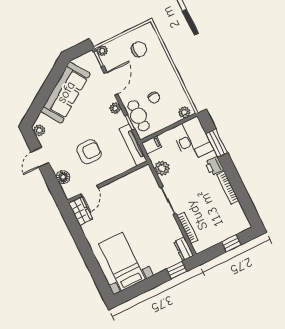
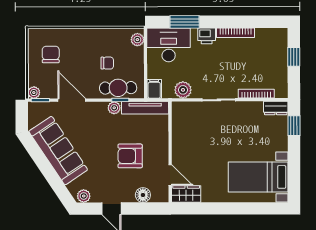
plant: (115, 108) -> (114, 108), moved
armchair: (89, 152) -> (130, 156), turned -90

